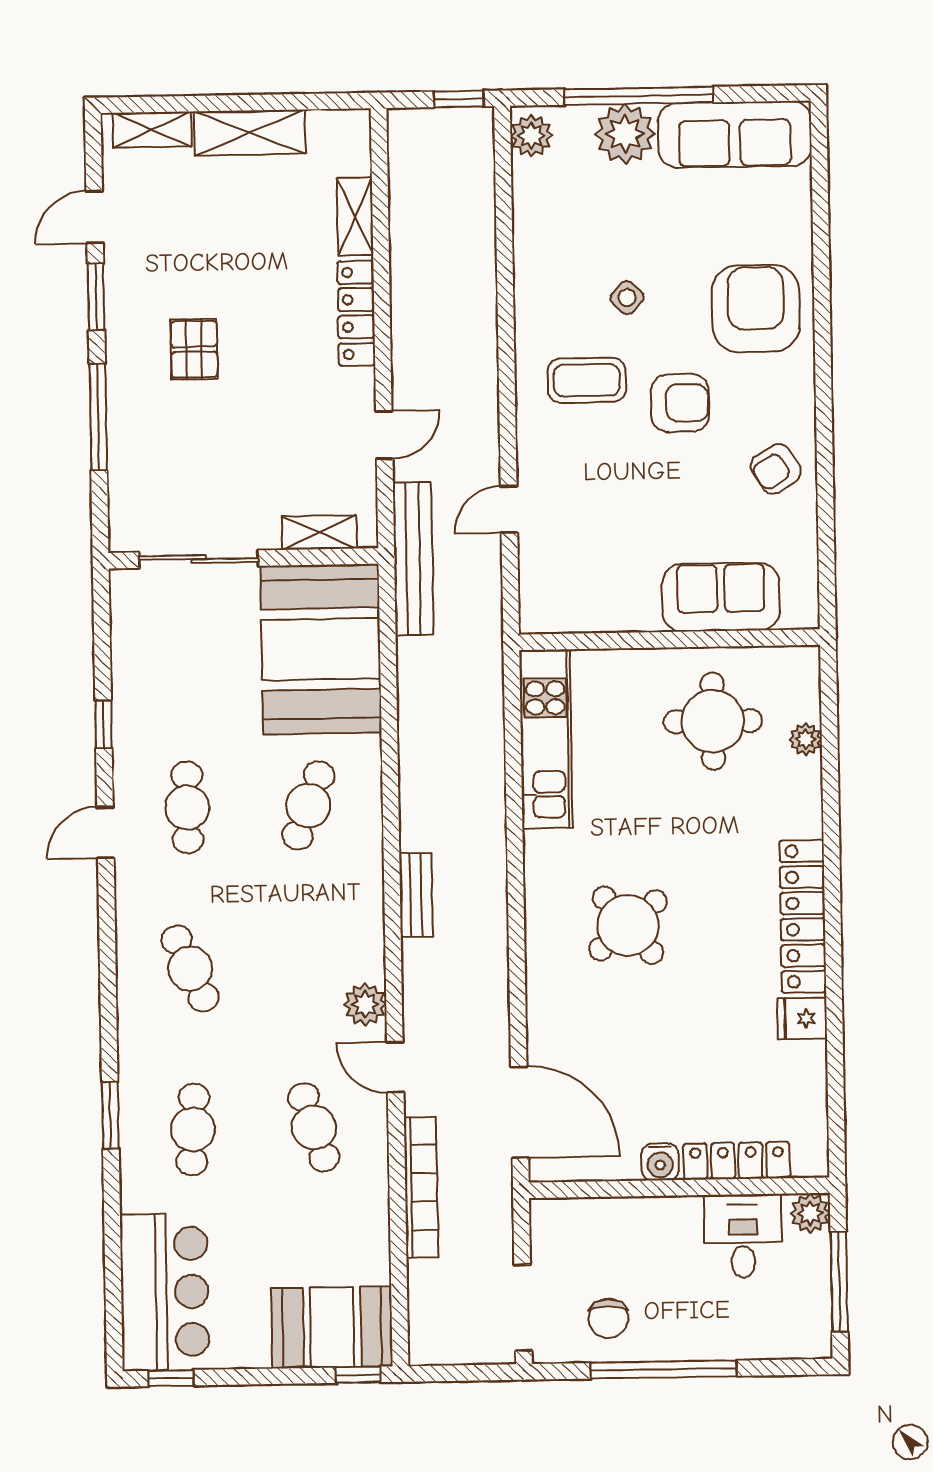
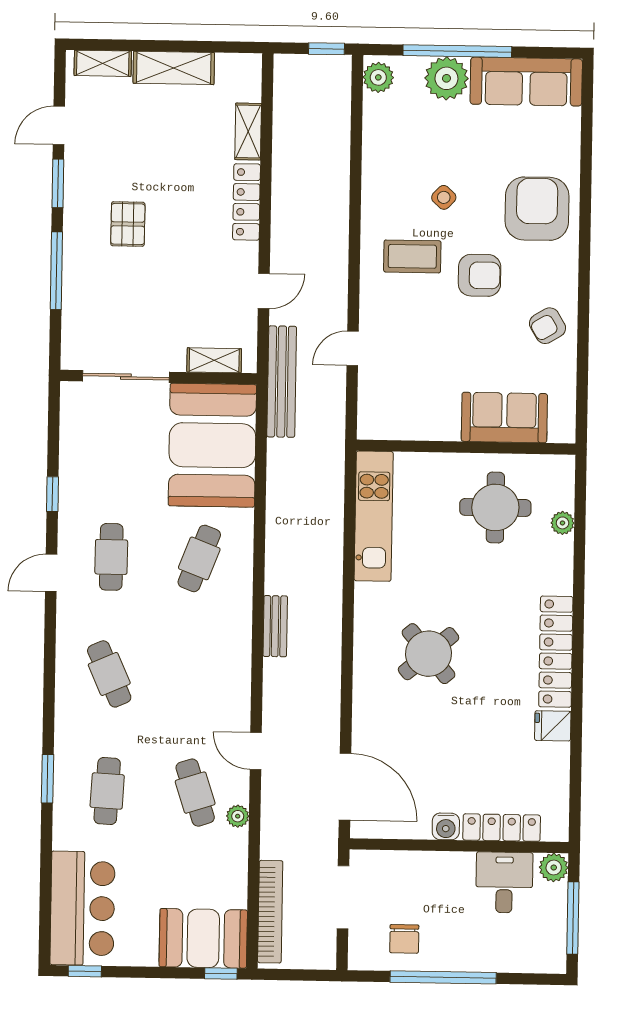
plant: (365, 1004) -> (238, 816), moved, width x0.73, depth x0.73
bookcase: (421, 1187) -> (270, 912), moved
doorway: (523, 1308) -> (343, 897), moved

